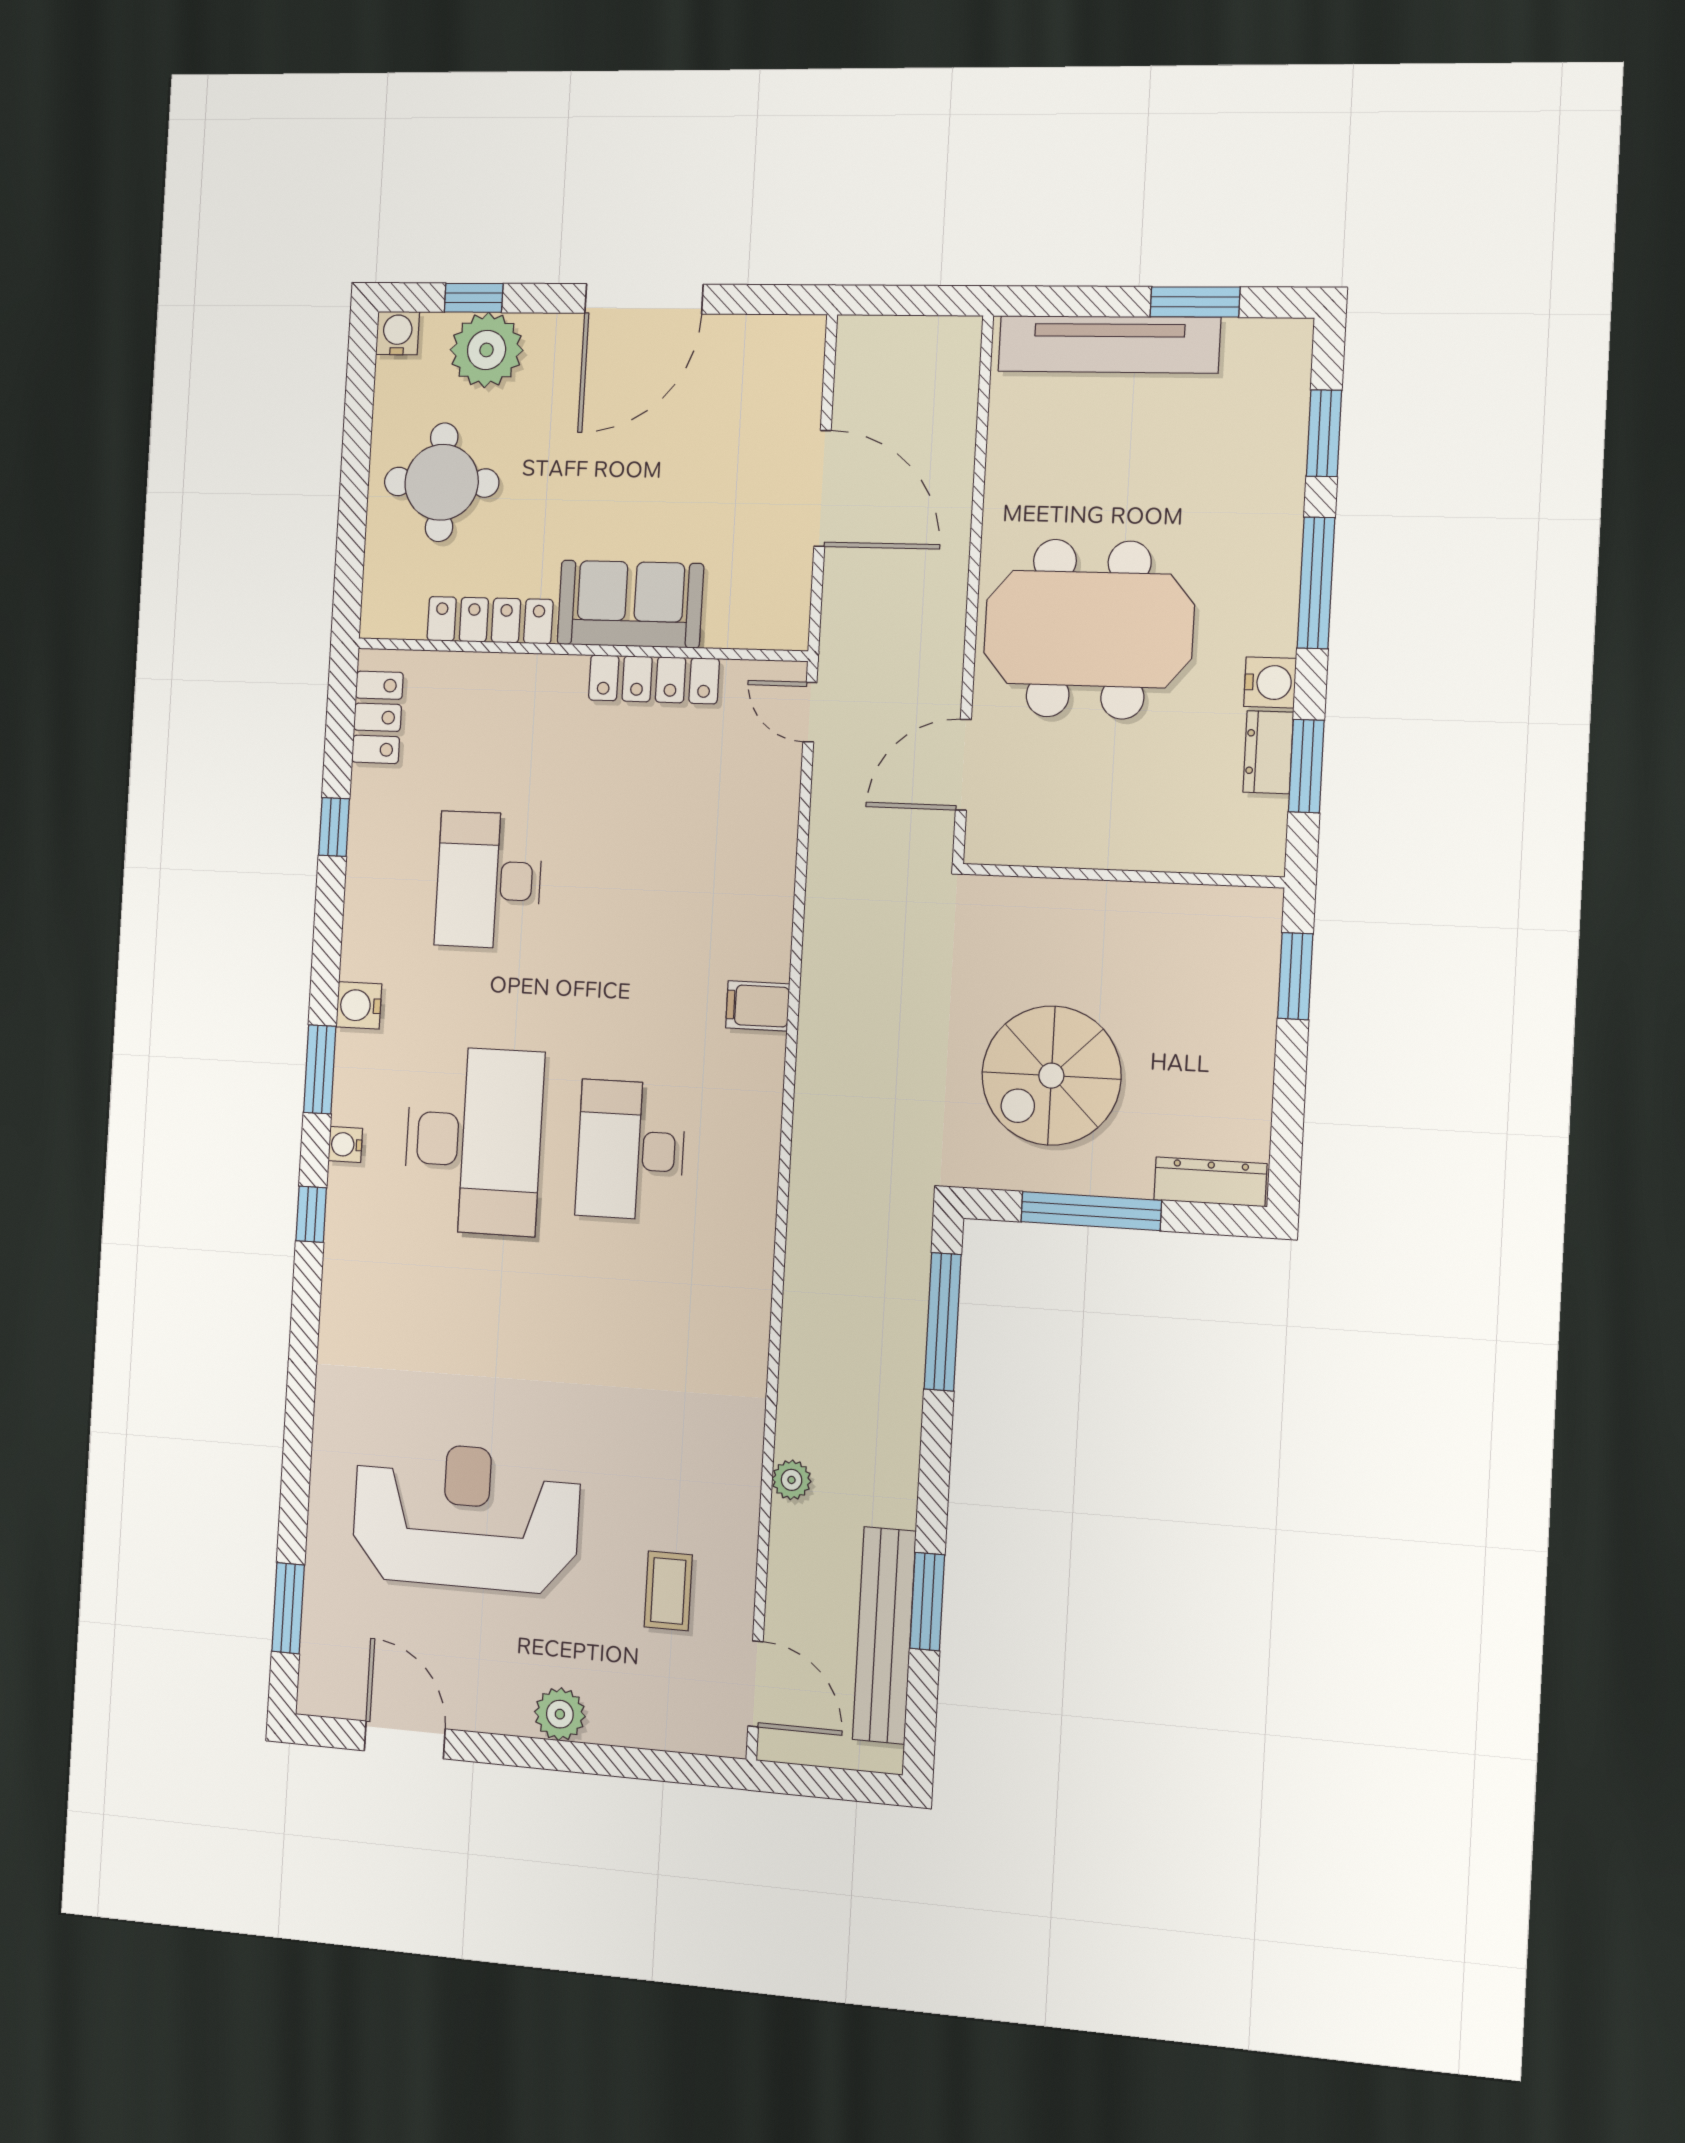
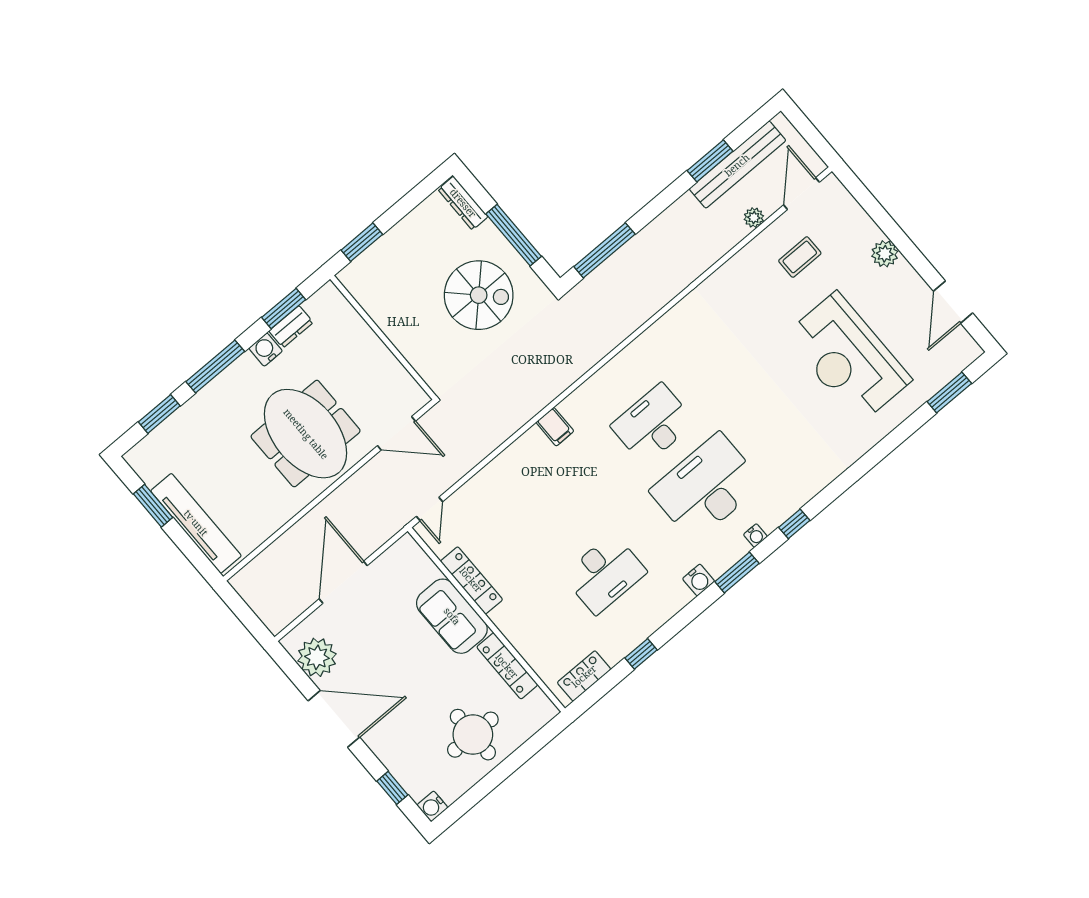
plant: (487, 350) -> (317, 657), moved
desk: (630, 1150) -> (653, 424), turned 180
plant: (791, 1480) -> (754, 218), moved

